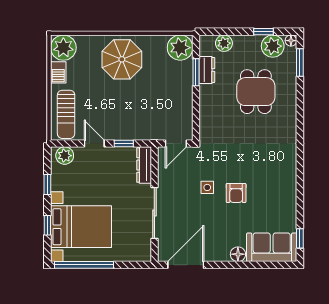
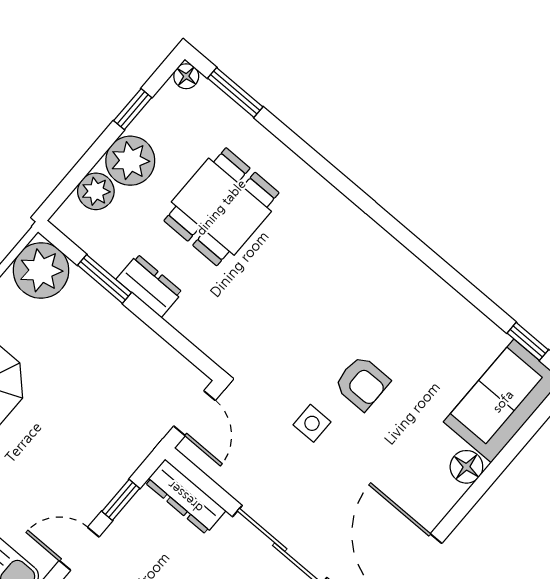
plant: (273, 46) -> (130, 161), moved
dresser: (207, 70) -> (149, 286), moved
dining table: (256, 92) -> (221, 207), turned 90

